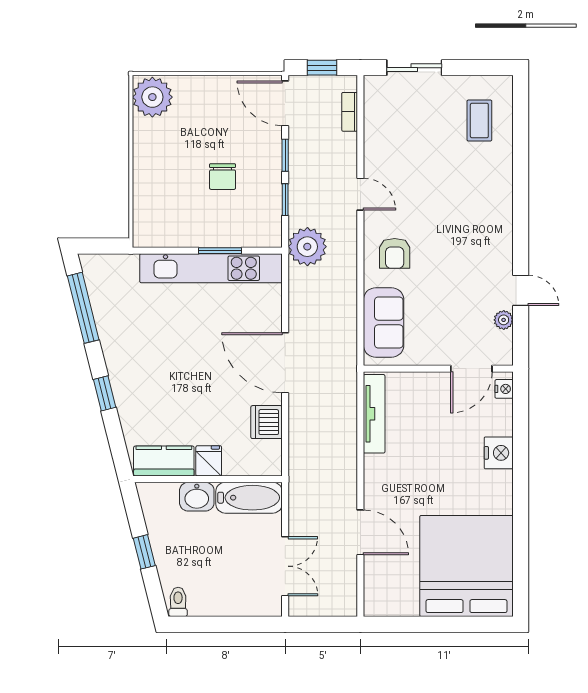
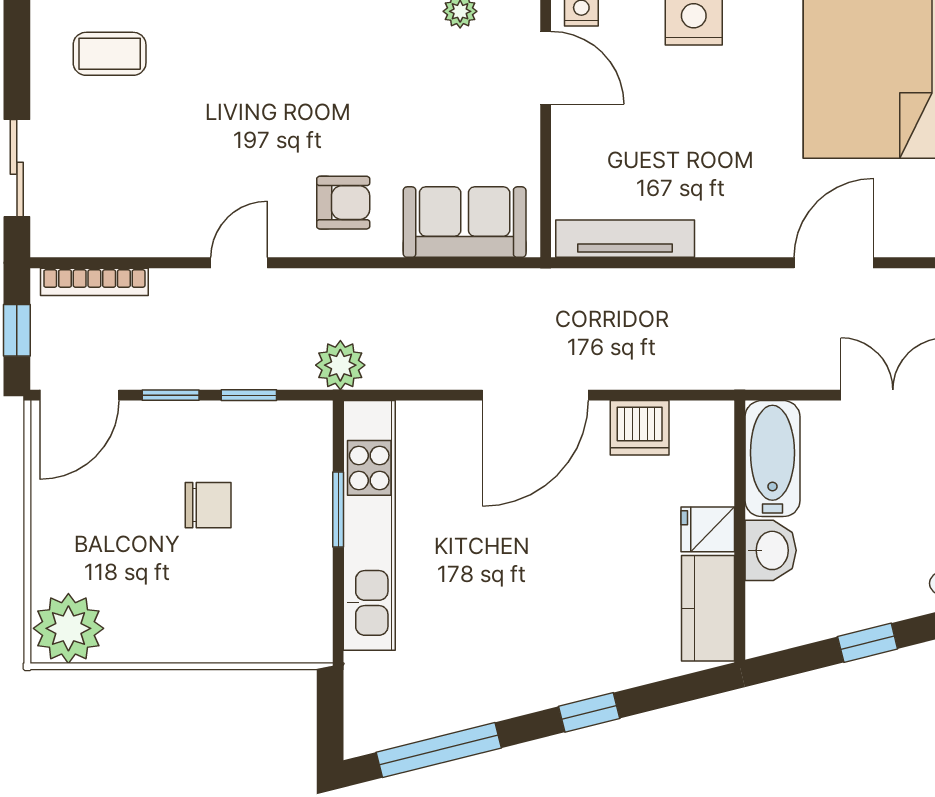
bookcase: (350, 112) -> (94, 282), width x1.56
plant: (307, 247) -> (340, 365), width x0.73, depth x0.73

